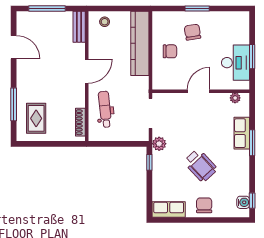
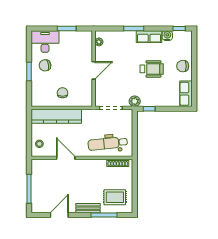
bench: (79, 27) -> (88, 208), moved
chair: (193, 32) -> (45, 65), moved
desk: (236, 63) -> (45, 42), moved
door: (87, 71) -> (66, 158), moved
door: (199, 91) -> (94, 70), swing flipped
dental chair: (105, 109) -> (108, 143), width x1.36, depth x1.38
row of seats: (242, 133) -> (149, 37), moved
wheelchair: (200, 165) -> (152, 69), turned 43
water cooler: (243, 202) -> (167, 36), moved

